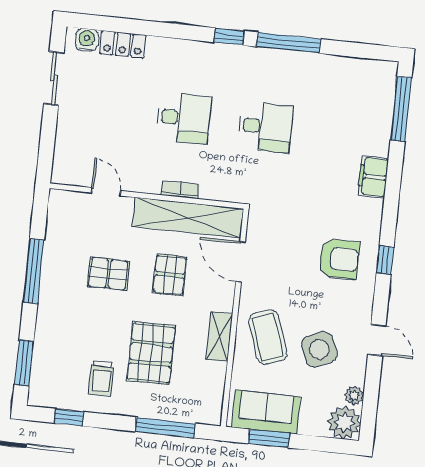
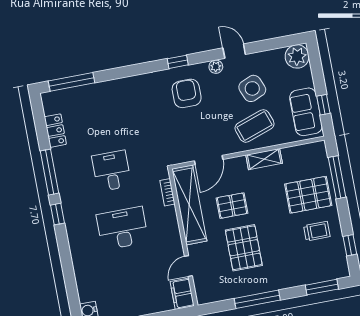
locker: (123, 44) -> (55, 131), moved
desk: (184, 118) -> (122, 228), width x1.37
filing cabinet: (373, 177) -> (182, 294), moved, turned 90
bookcase: (180, 190) -> (167, 192), moved
pallet: (108, 274) -> (244, 248), width x1.50, depth x1.42
door: (377, 340) -> (234, 51), hinge flipped
pallet: (151, 353) -> (308, 195), moved
plant: (354, 395) -> (216, 67), moved
window: (269, 438) -> (323, 105), width x0.67

